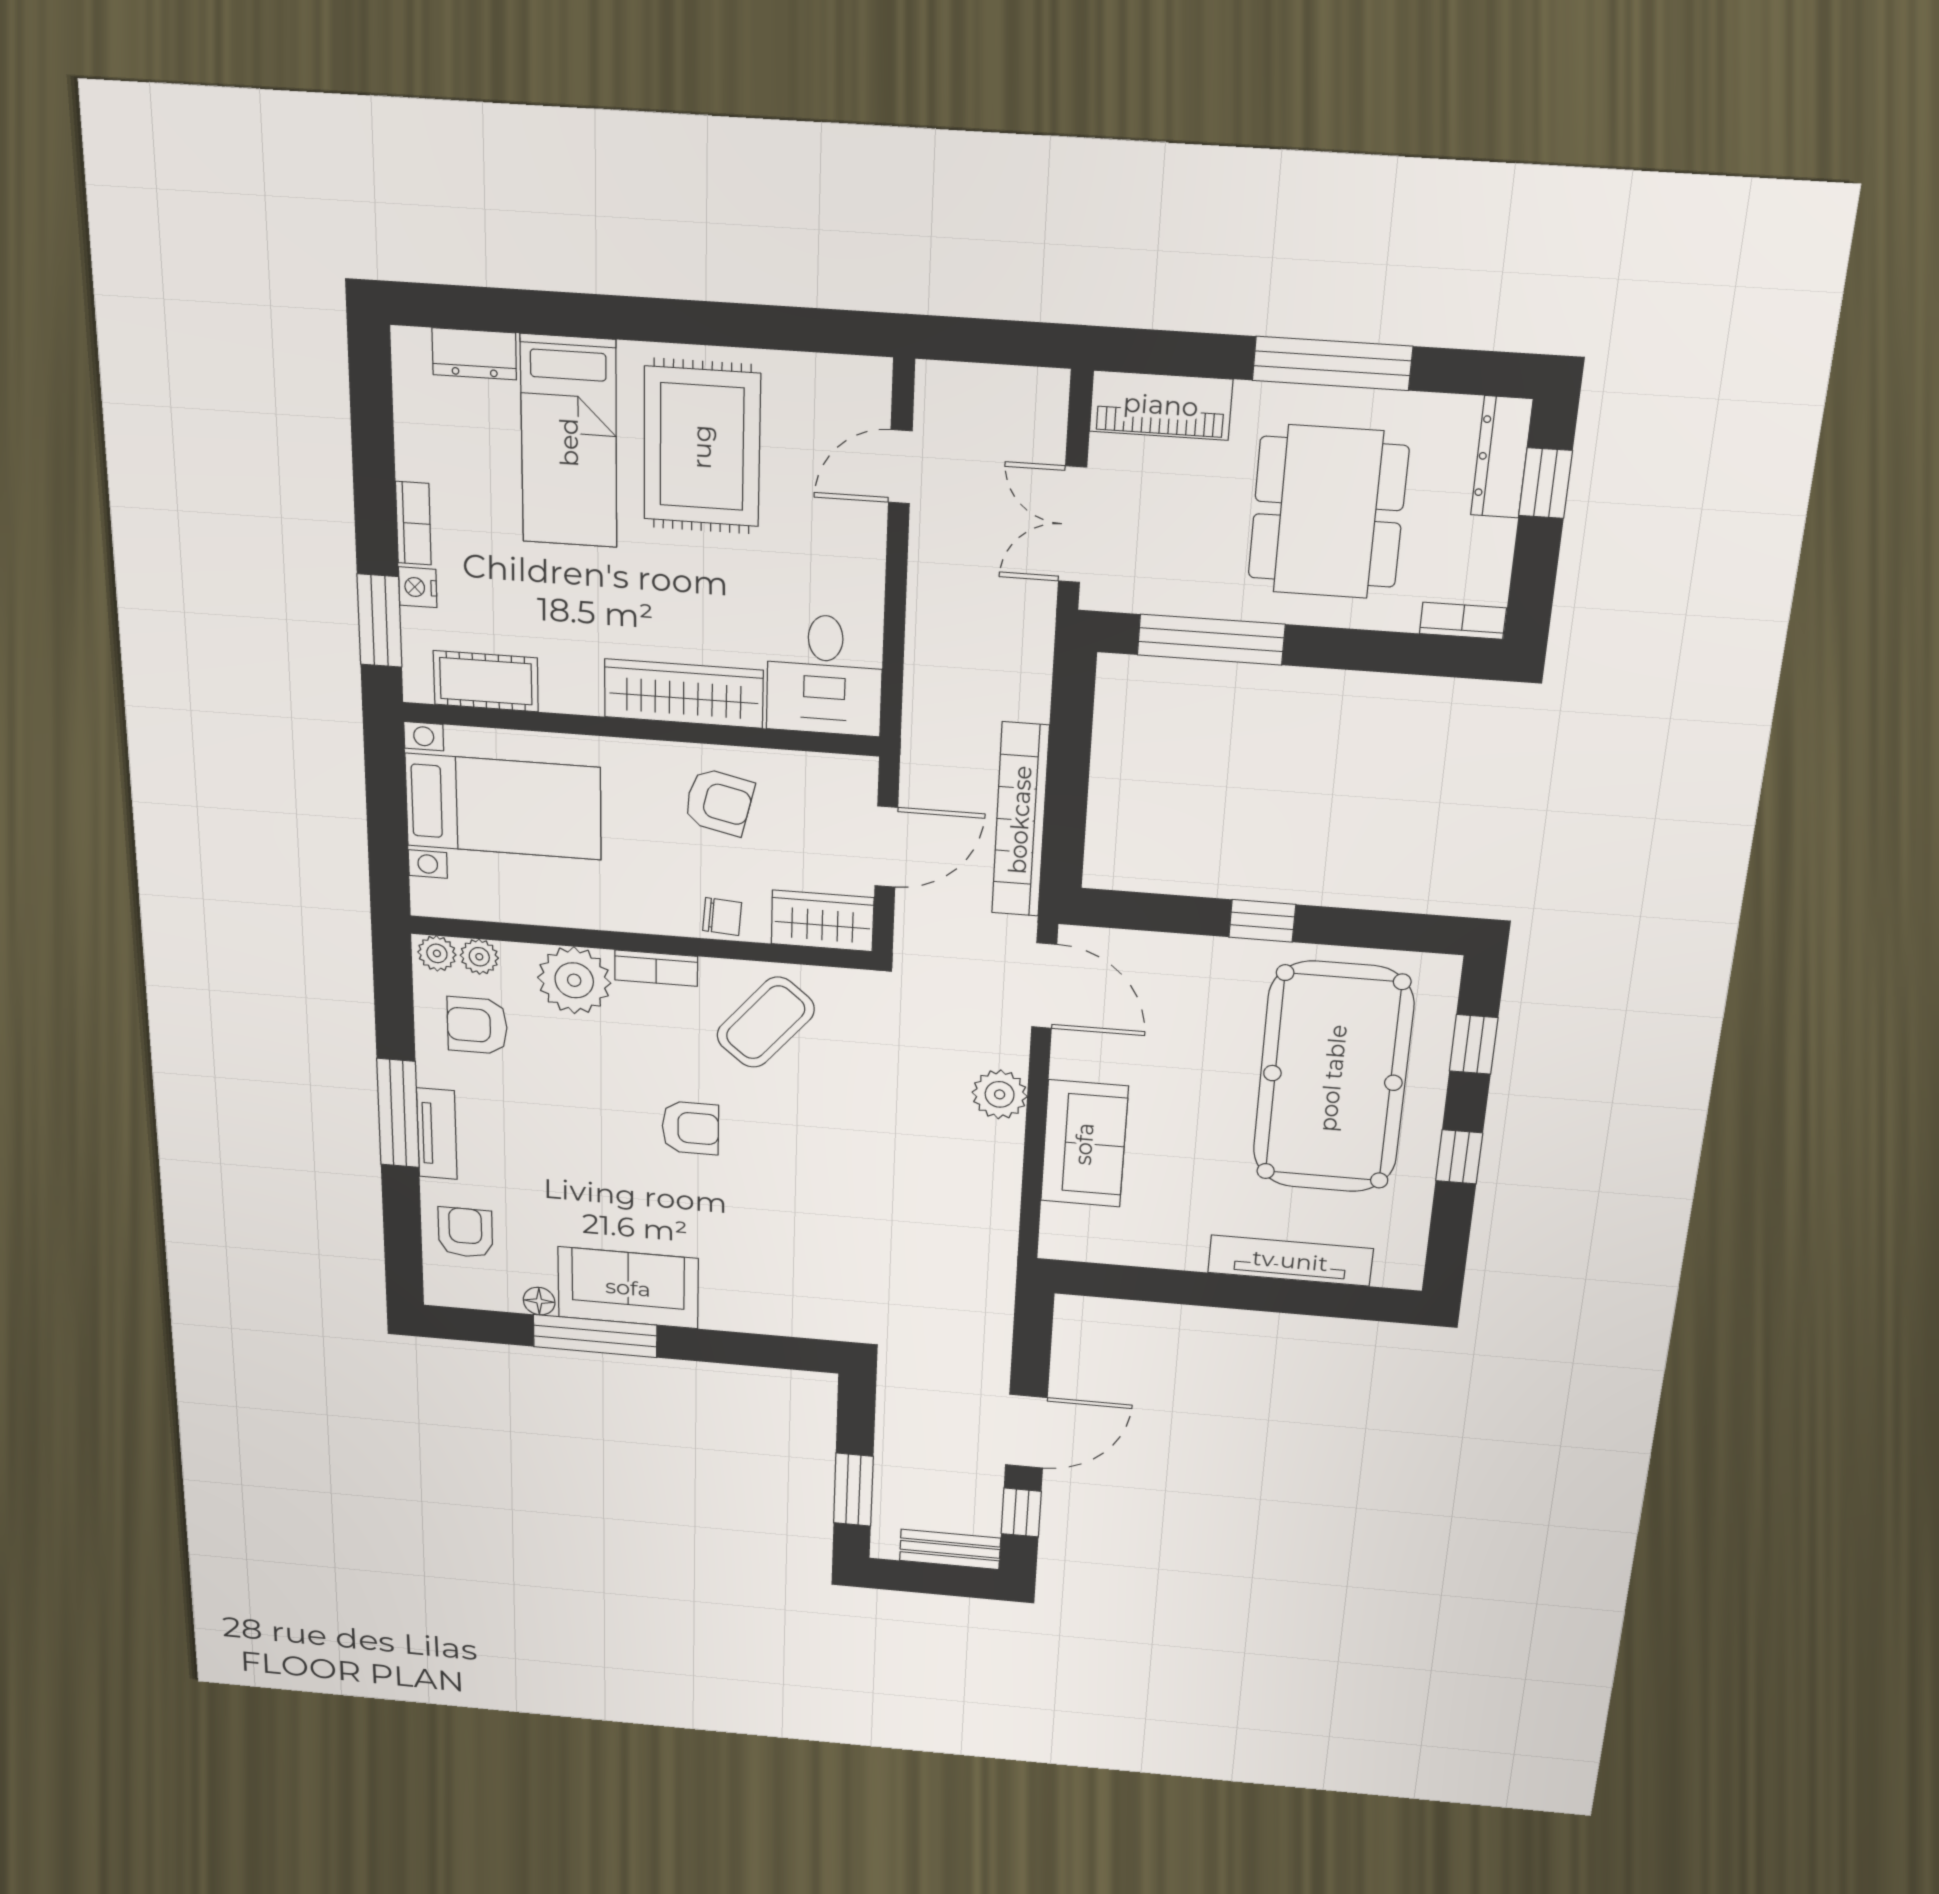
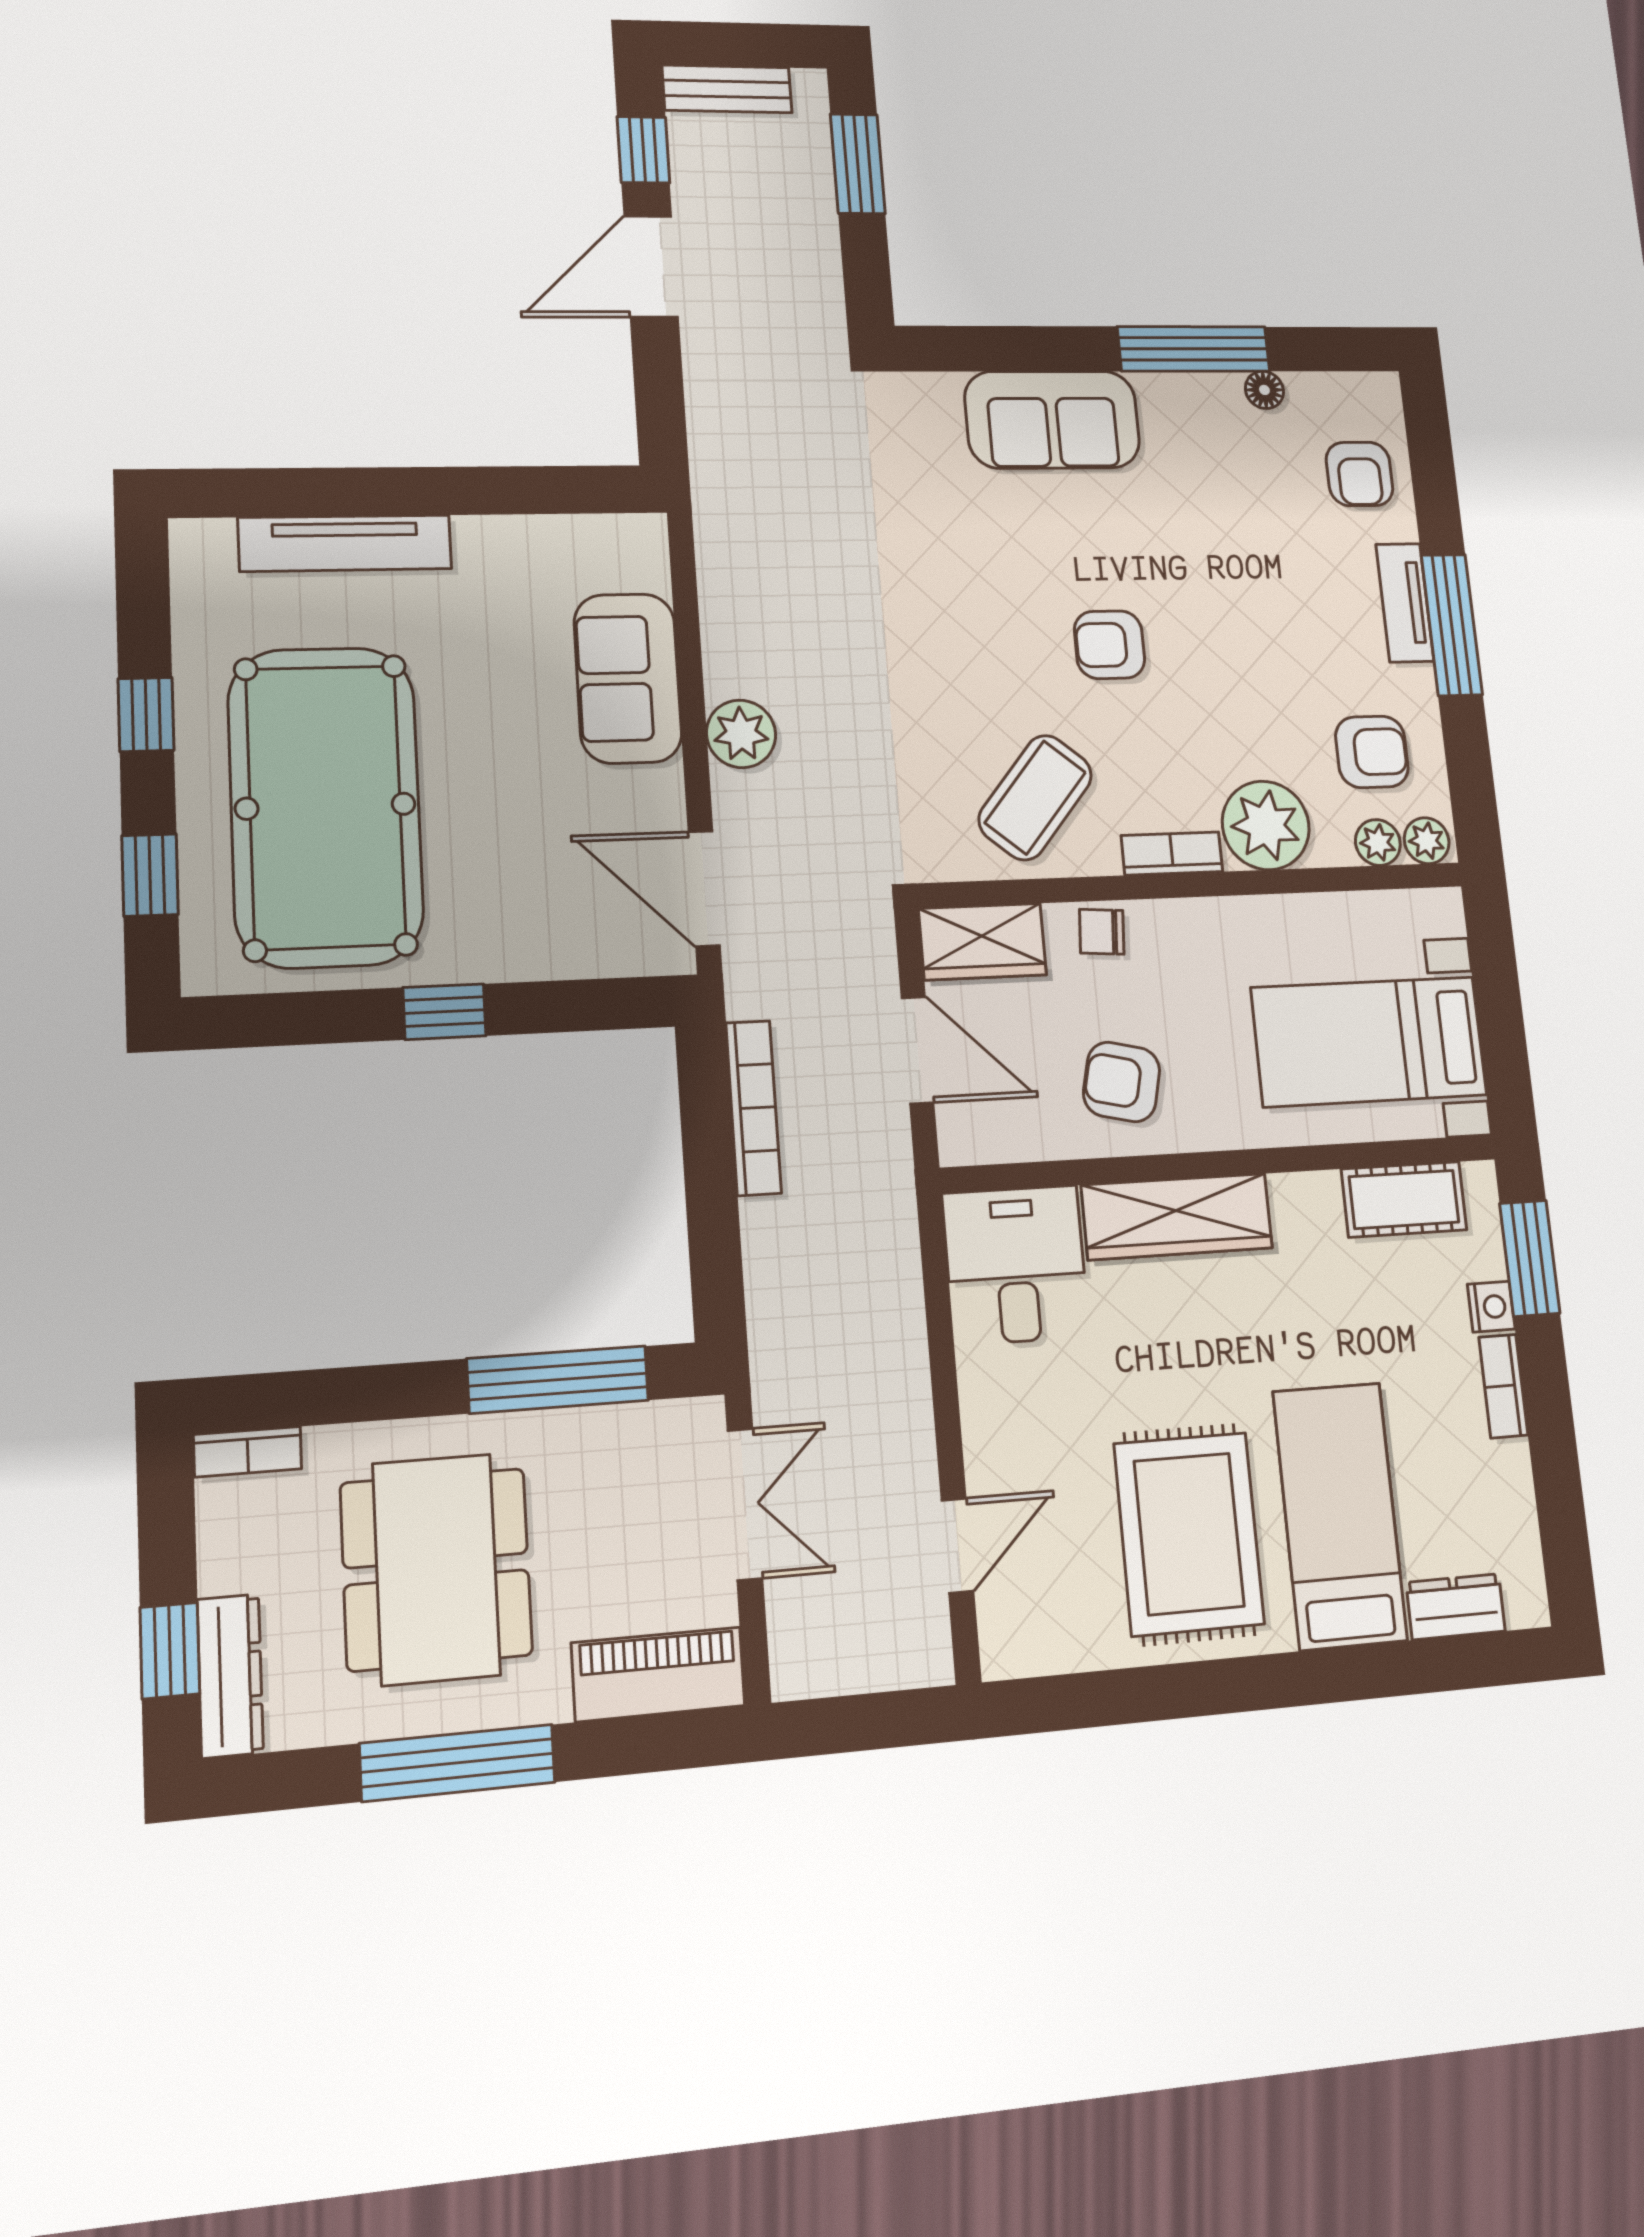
bookcase: (1020, 820) -> (754, 1108), width x0.68, depth x0.76
door: (886, 847) -> (917, 1050), swing flipped
sofa: (628, 1288) -> (1052, 420), moved

